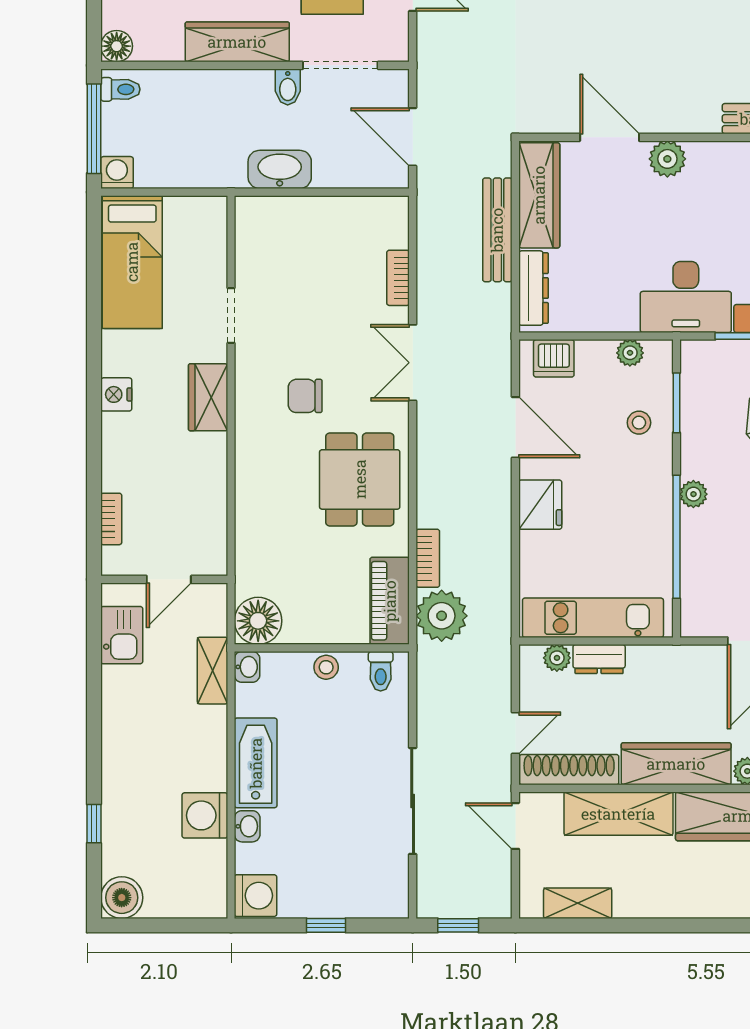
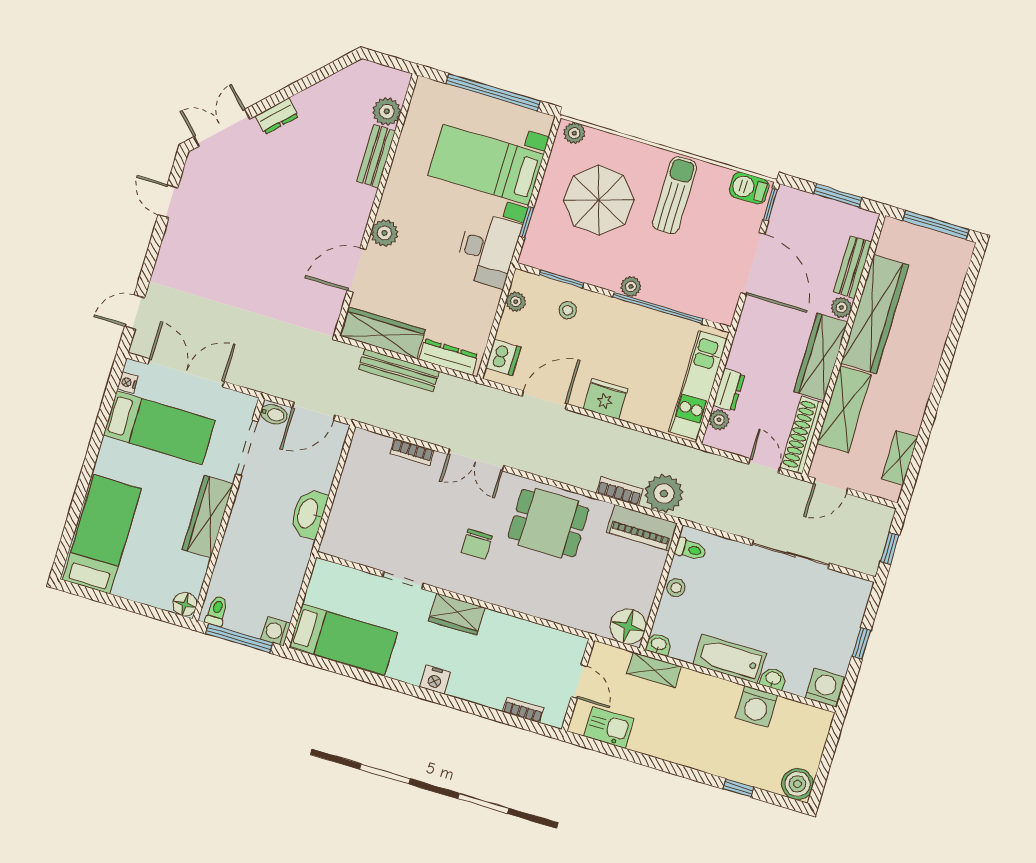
bidet: (288, 87) -> (274, 414), moved

